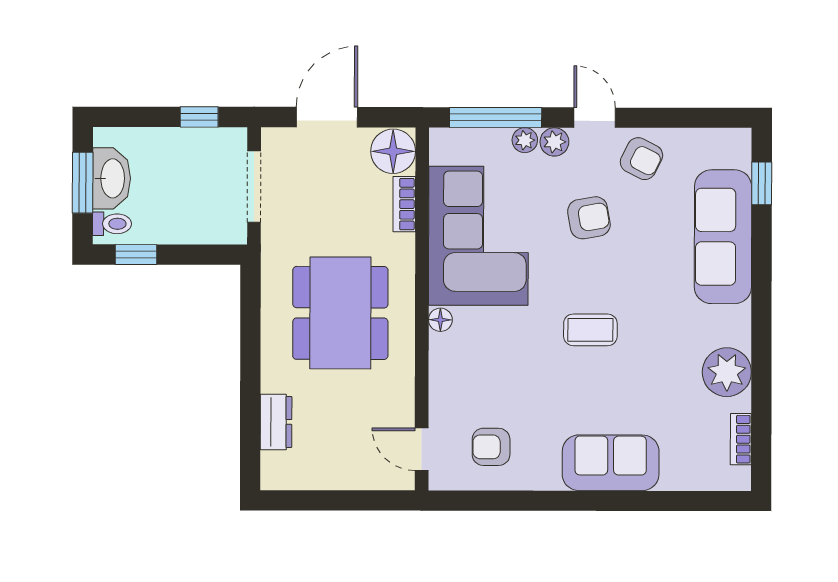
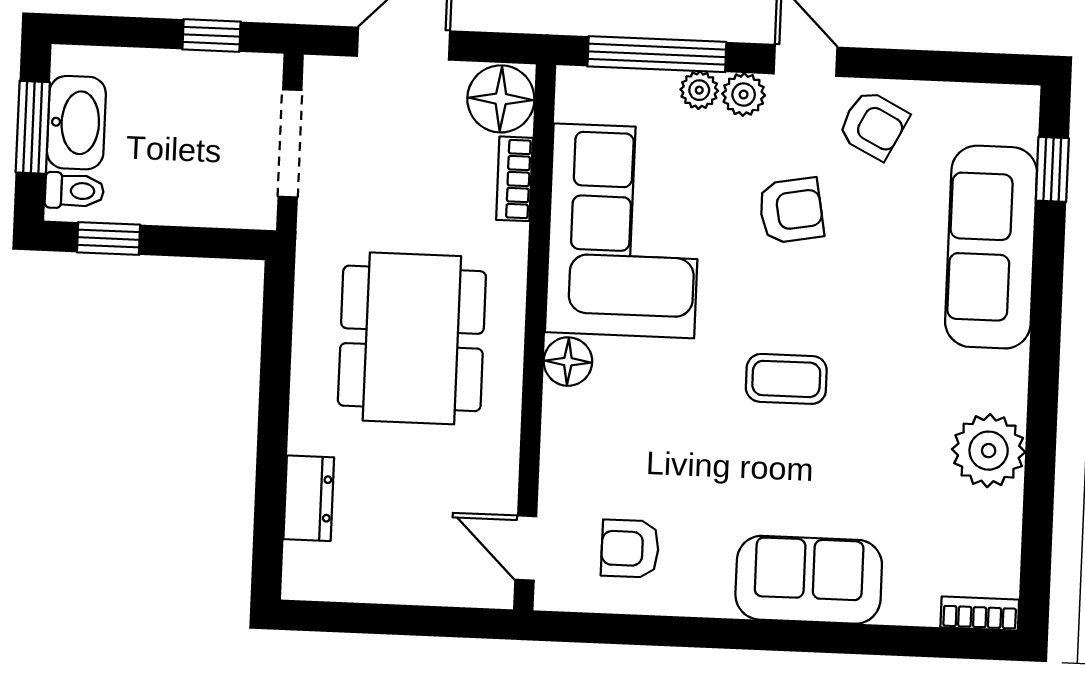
floor lamp: (440, 320) -> (568, 362), width x1.37, depth x1.37
bookcase: (741, 439) -> (980, 613), moved, turned 90

